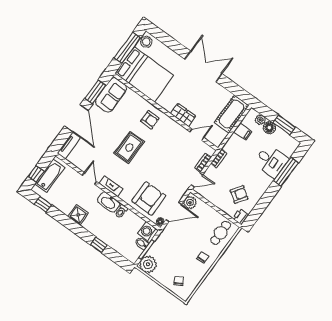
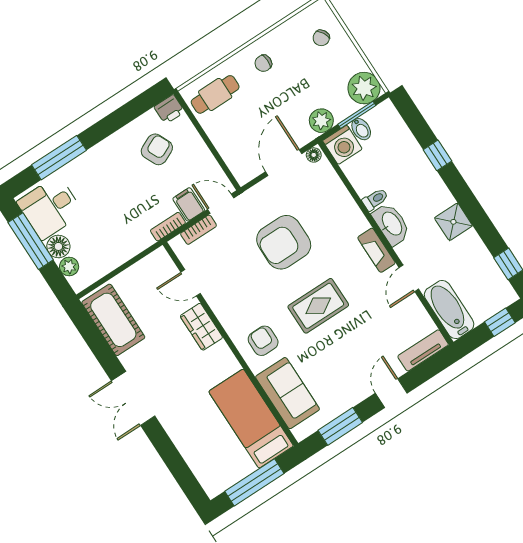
stool: (146, 42) -> (217, 480), removed
double door: (203, 66) -> (133, 398), width x0.73
bed: (144, 74) -> (251, 419), width x0.67
sofa: (111, 95) -> (287, 393), moved, turned 90
cot: (232, 114) -> (113, 320), moved, turned 90
door: (76, 118) -> (391, 393), width x0.53
window: (284, 125) -> (31, 241), width x1.44
filing cabinet: (243, 132) -> (189, 204), moved
desk: (271, 161) -> (50, 208), moved, turned -90
bathtub: (50, 176) -> (449, 310), moved, turned 90
armchair: (239, 194) -> (157, 149), turned 121
armchair: (149, 198) -> (284, 242), moved
plant: (190, 203) -> (321, 121), moved
door: (174, 212) -> (284, 163), hinge flipped

